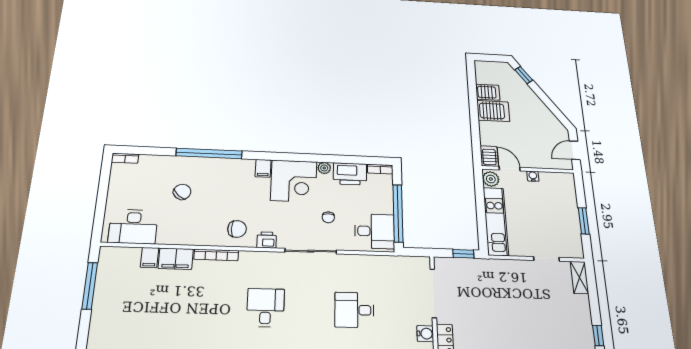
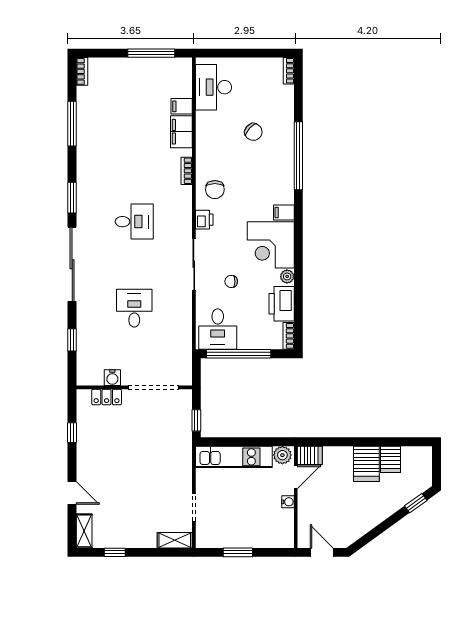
bookcase: (216, 255) -> (187, 171), width x0.64

